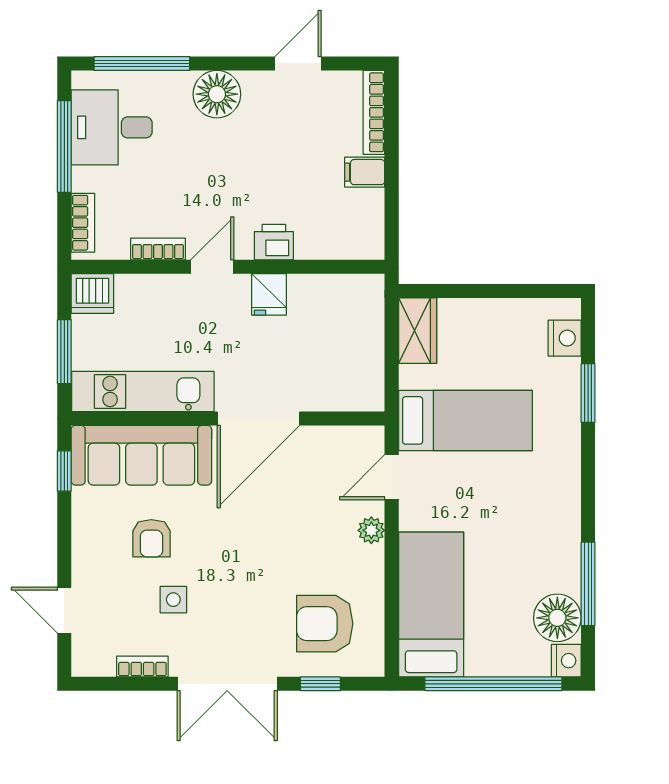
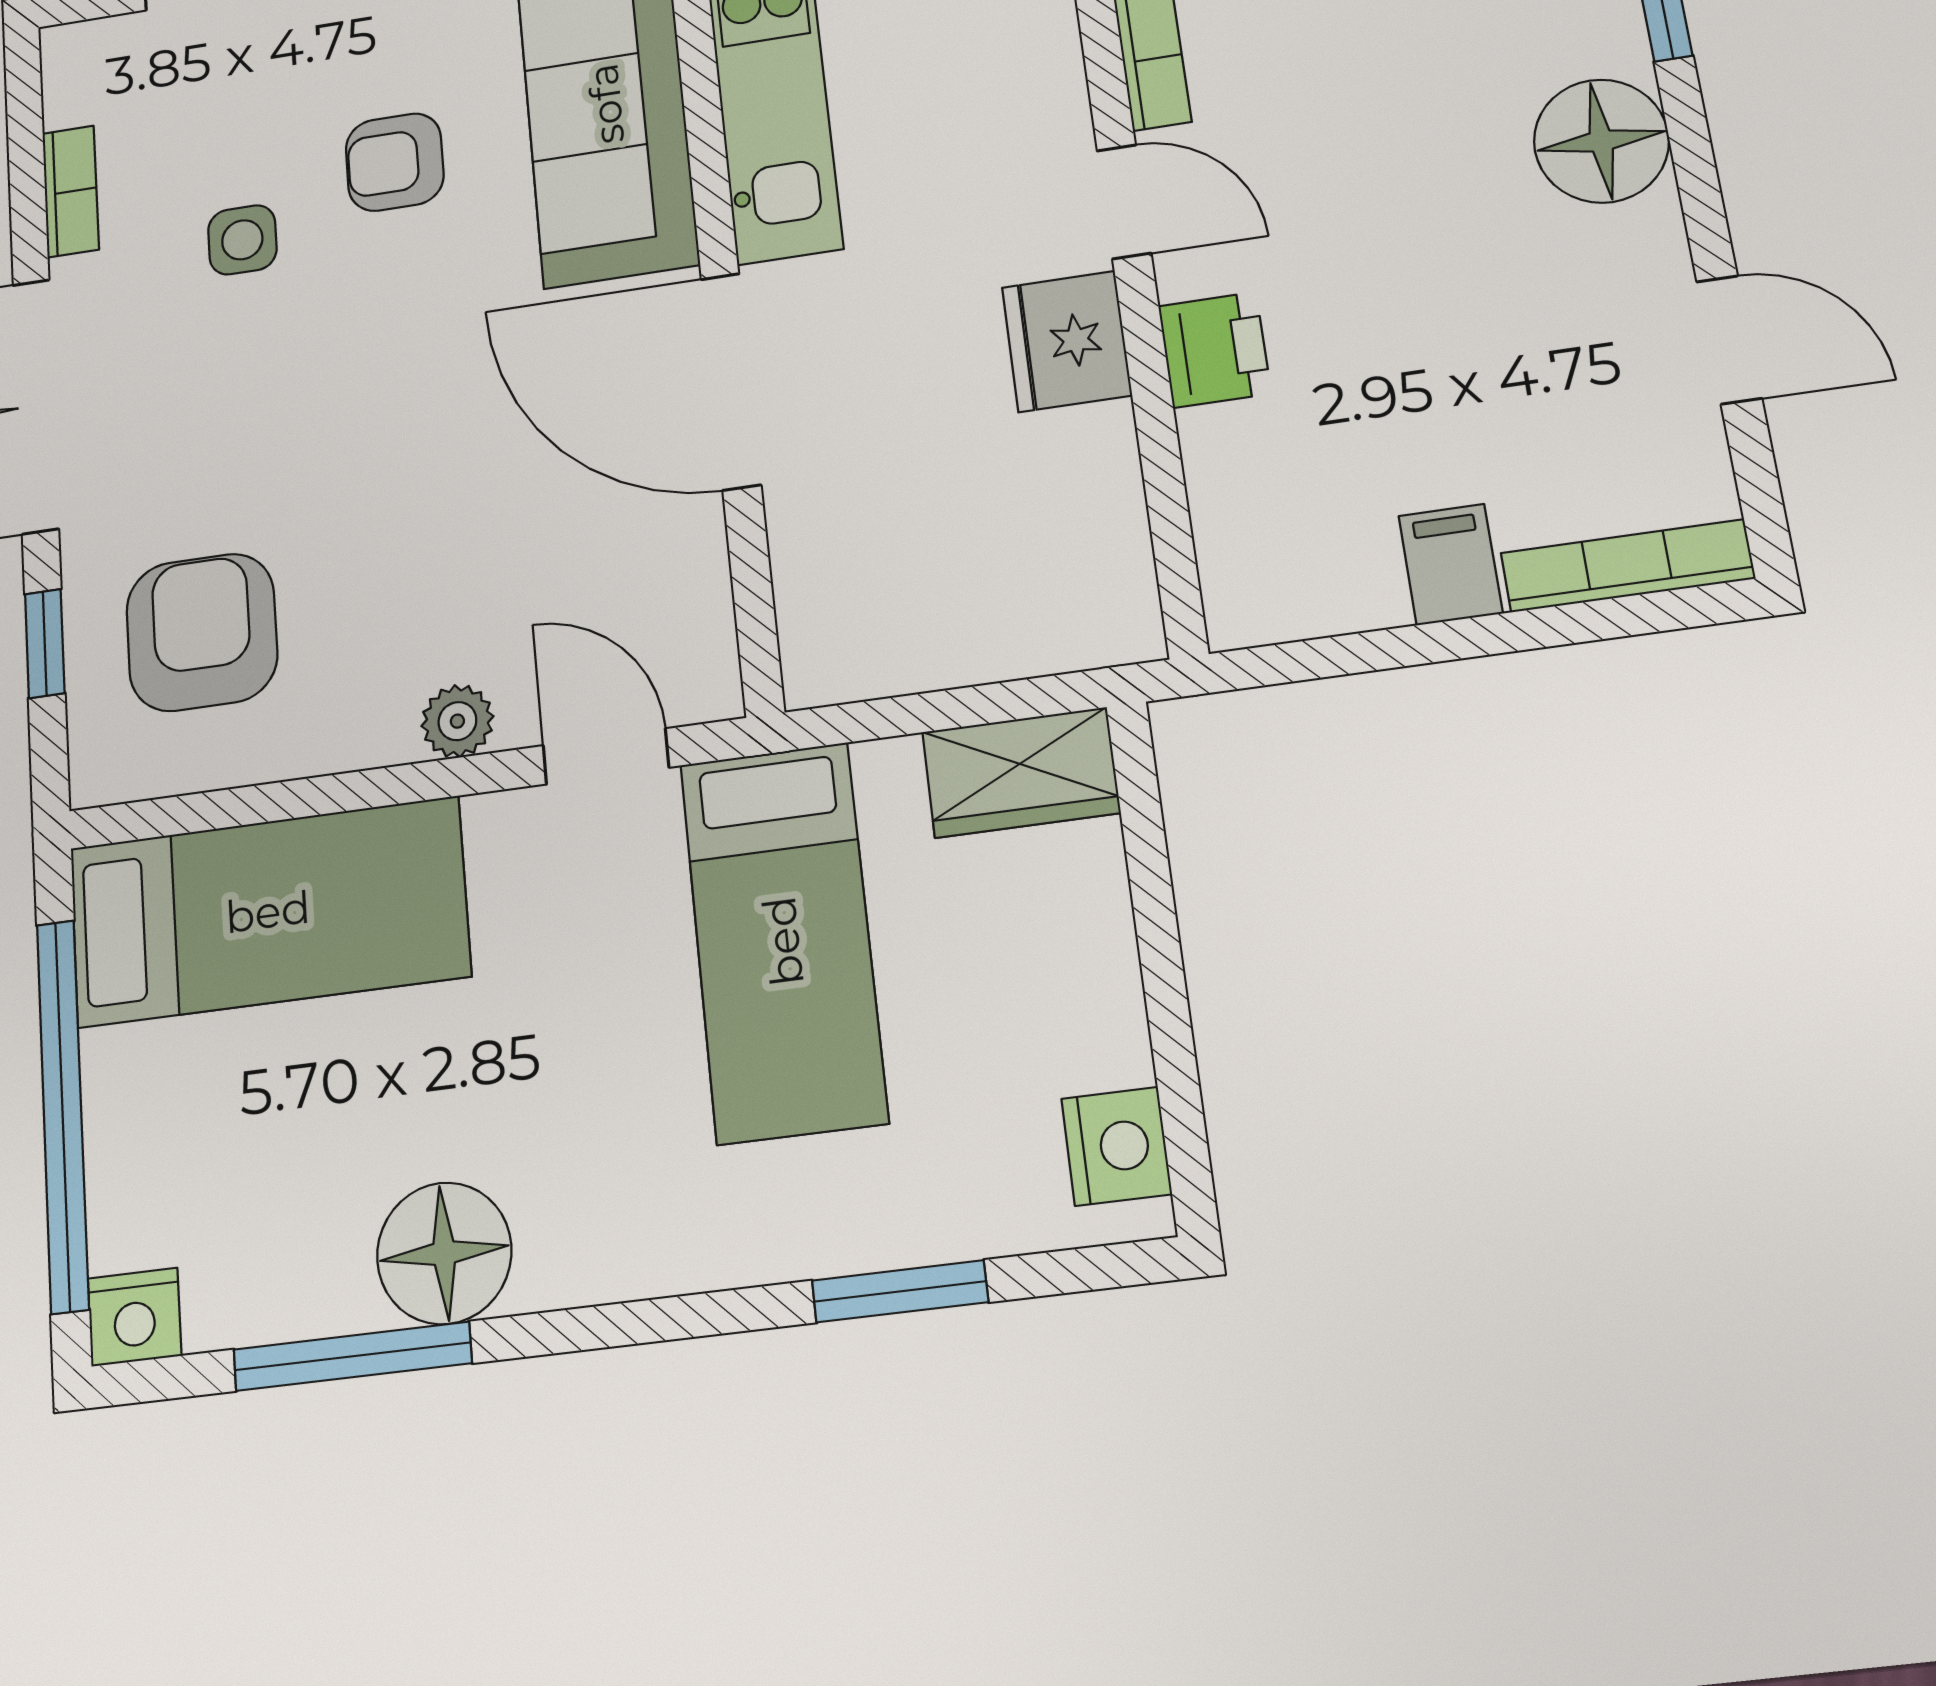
fridge: (269, 294) -> (1067, 341), width x1.38
nightstand: (565, 338) -> (1117, 1146), moved, turned -90
floor lamp: (557, 618) -> (444, 1253), moved

